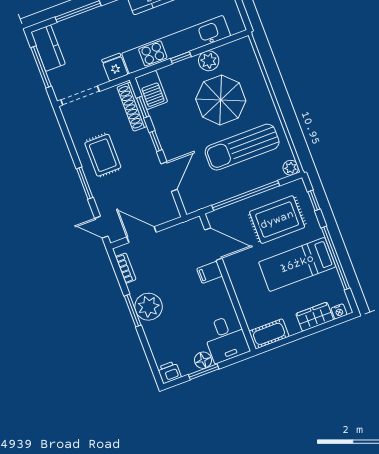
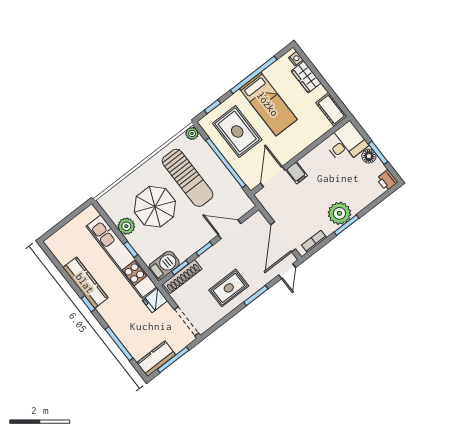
door: (142, 235) -> (283, 237), width x1.36

